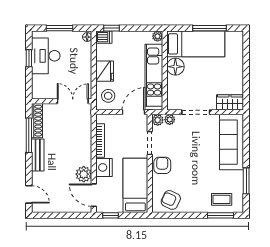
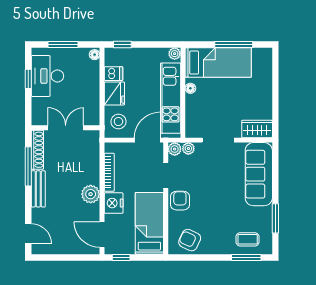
dishwasher: (104, 37) -> (113, 74), moved
floor lamp: (175, 67) -> (190, 88), width x0.53, depth x0.53
double door: (73, 101) -> (66, 128), moved
plant: (84, 174) -> (91, 194), moved

